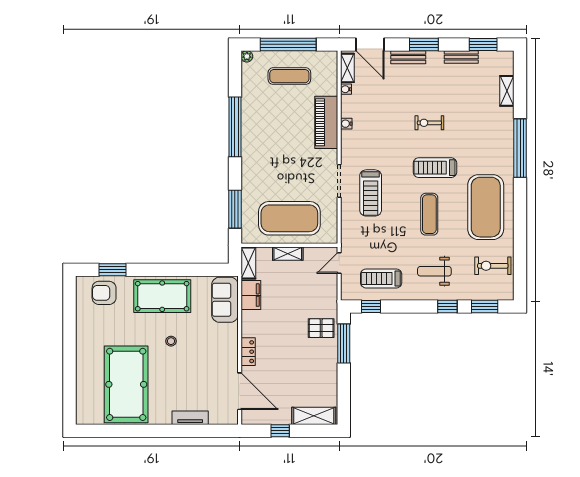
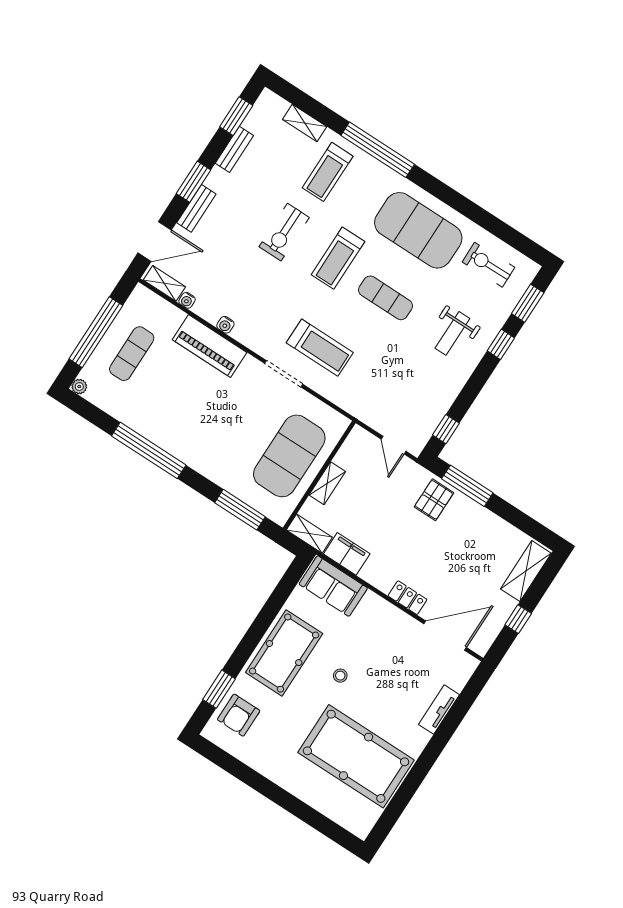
exercise bike: (429, 123) -> (284, 232), width x1.38, depth x1.39
door: (339, 263) -> (394, 445), moved
exercise bike: (493, 266) -> (488, 265), turned 89
treadmill: (381, 278) -> (328, 172), moved

